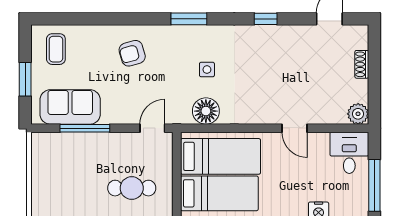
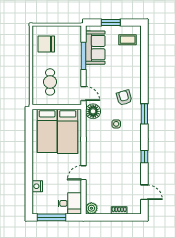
armchair: (132, 53) -> (124, 98), moved
floor lamp: (206, 111) -> (93, 111), moved
chair: (64, 195) -> (46, 44), added

